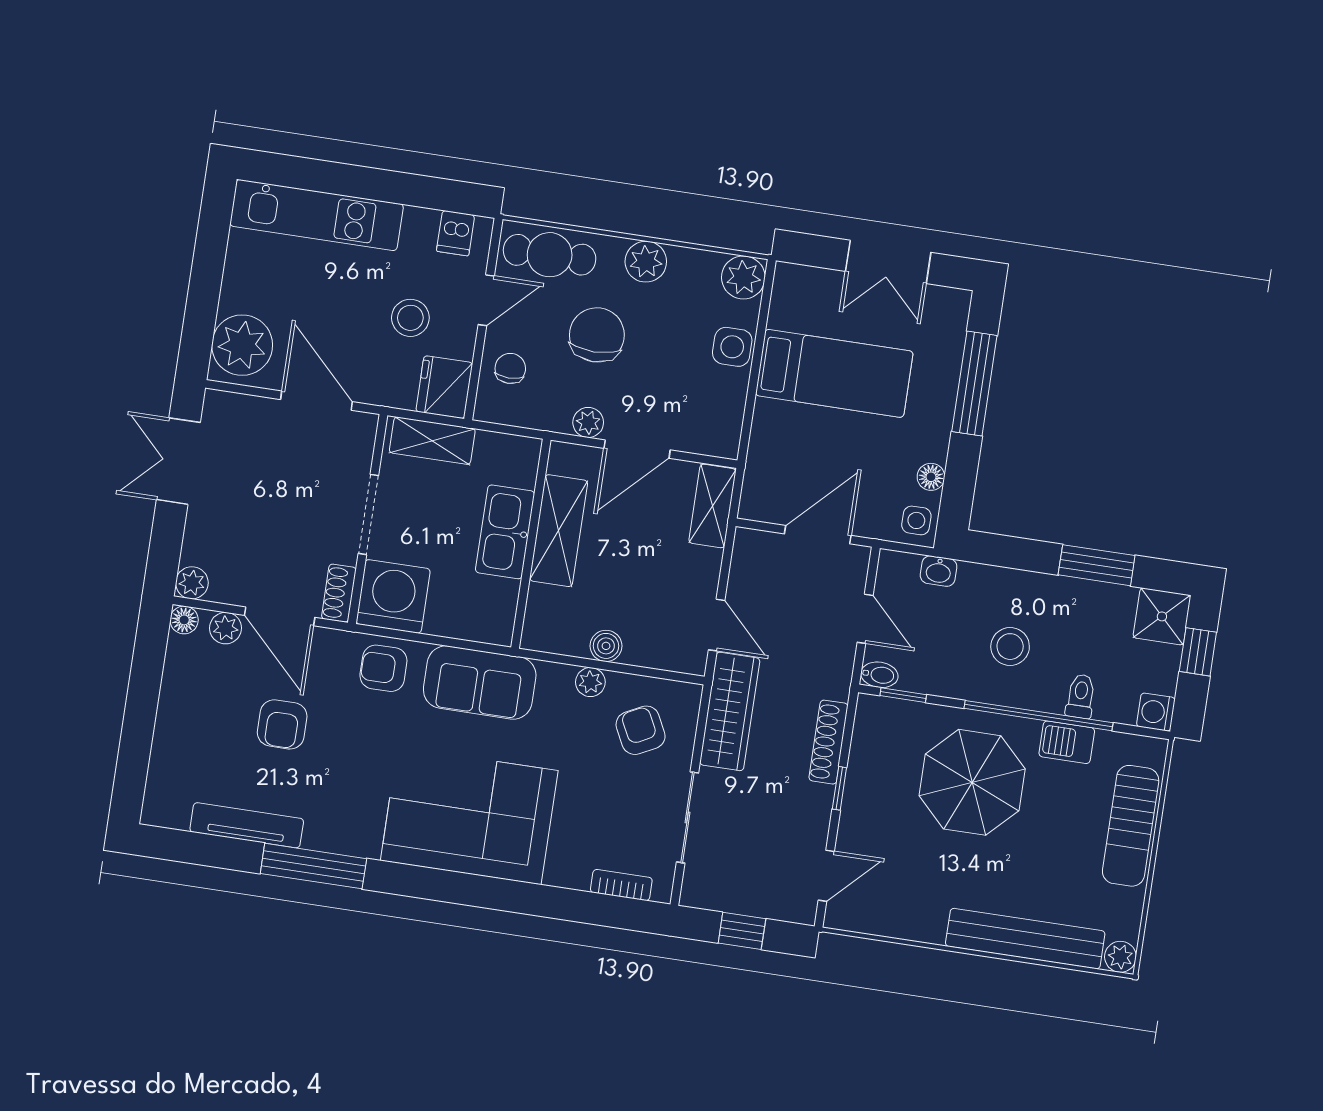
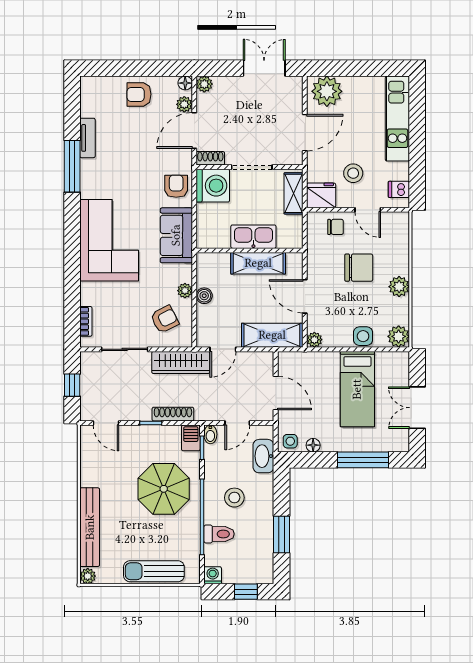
cafe table: (550, 255) -> (395, 238), removed
plant: (588, 422) -> (314, 340), moved
shelving: (712, 506) -> (272, 335), width x1.50, depth x1.33
washbasin: (939, 571) -> (263, 456), width x1.91, depth x1.45
shower: (1162, 616) -> (261, 571), removed
toilet: (1081, 696) -> (219, 534), width x1.37, depth x1.39
armchair: (282, 724) -> (139, 94), moved
barbecue: (1067, 742) -> (191, 438), moved
tv unit: (247, 825) -> (87, 138), width x0.71

